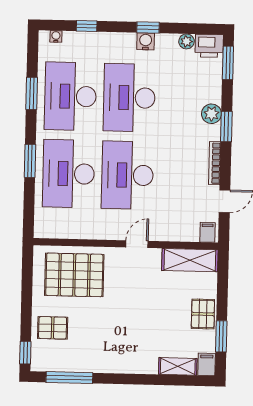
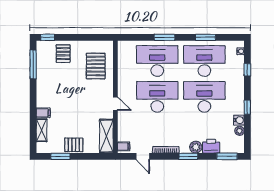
water cooler: (146, 41) -> (239, 120), moved
printer: (209, 46) -> (211, 146), moved, turned 90
pallet: (74, 275) -> (96, 66), width x0.73, depth x0.71
filing cabinet: (207, 364) -> (43, 113), moved

